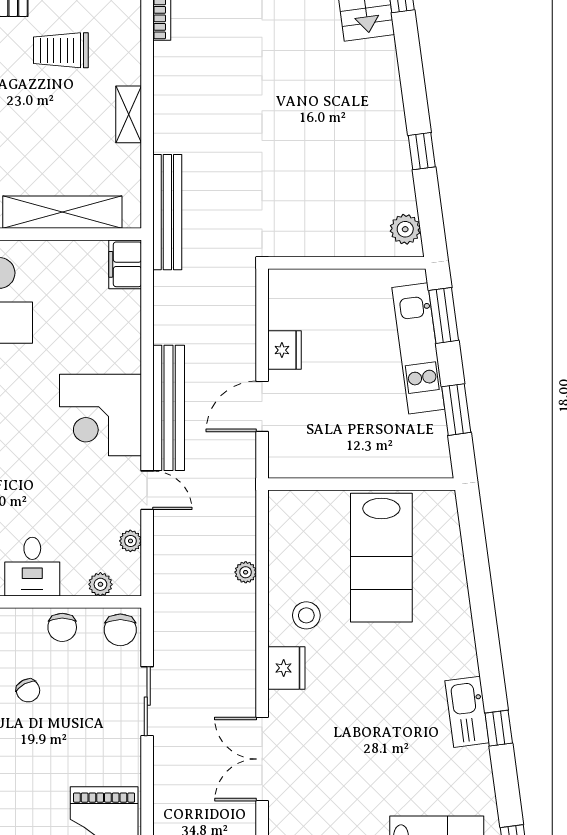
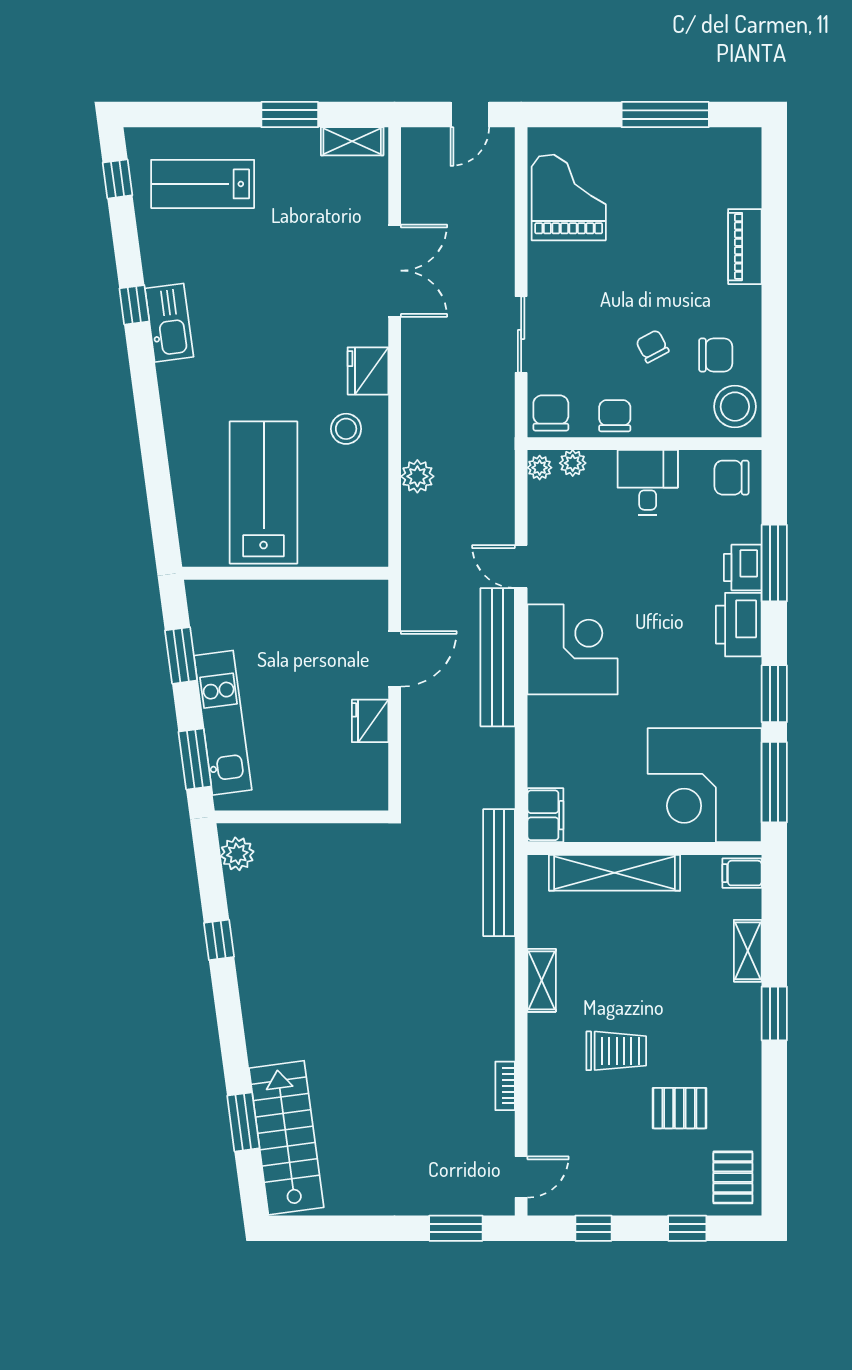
plant: (130, 541) -> (540, 468), moved
plant: (246, 572) -> (417, 476), width x1.38, depth x1.38

